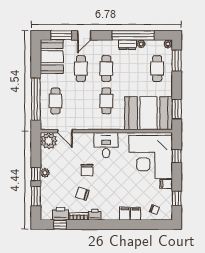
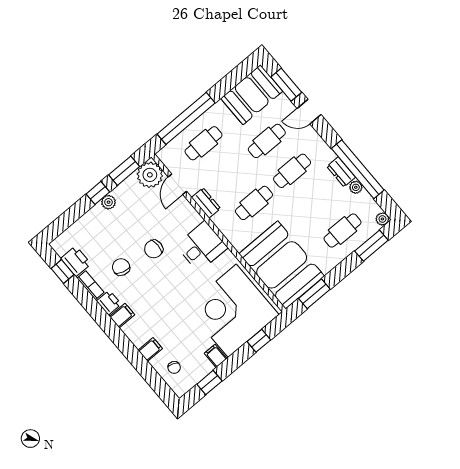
dresser: (86, 125) -> (206, 203), added
window: (36, 196) -> (124, 171), moved
filing cabinet: (125, 214) -> (122, 316), moved

